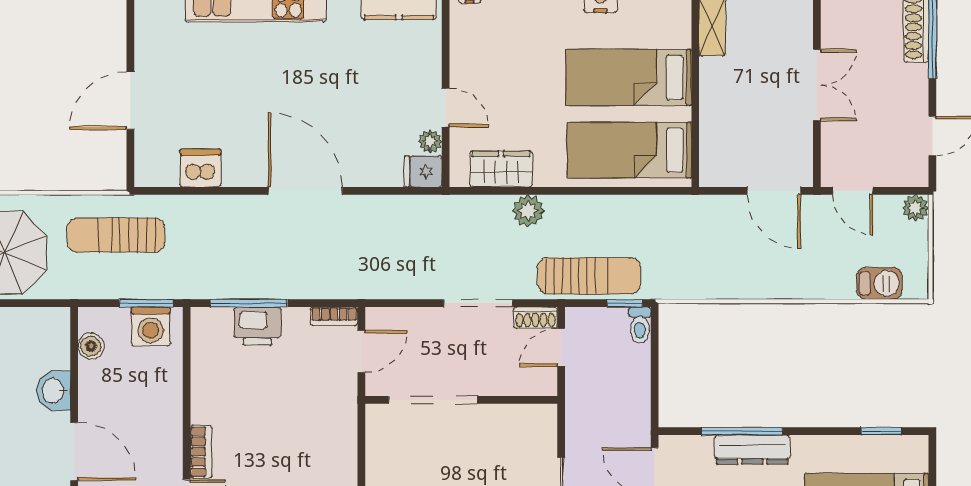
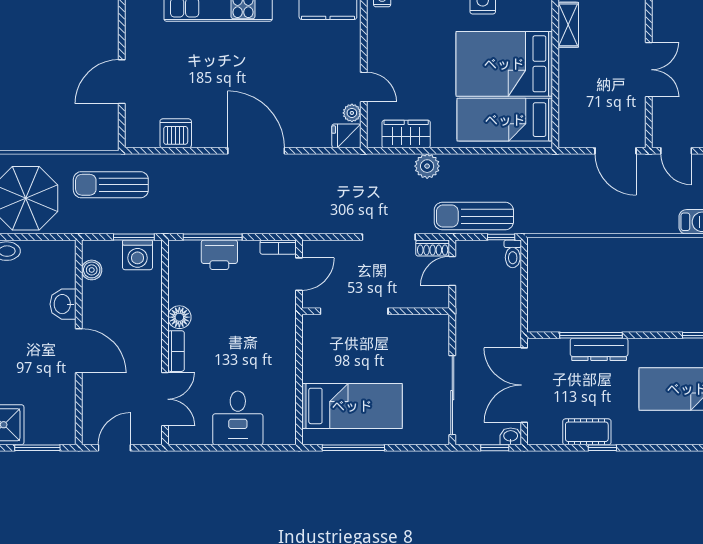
bed: (629, 77) -> (504, 64), width x1.50
sun lounger: (589, 276) -> (474, 216), turned 180
floor lamp: (205, 408) -> (179, 317), added

